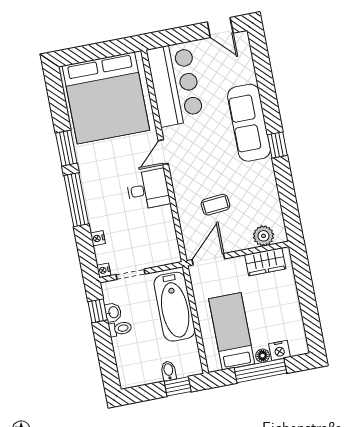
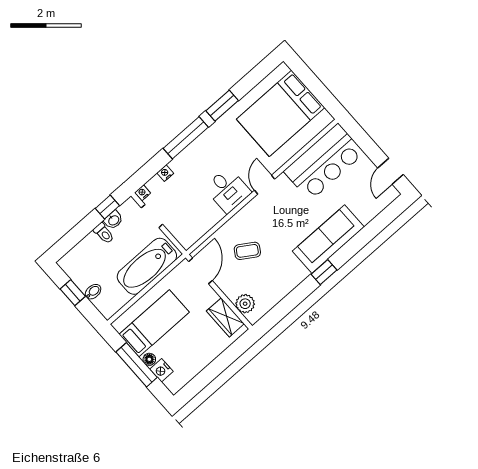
bed: (106, 98) -> (281, 113), width x0.73
door: (163, 152) -> (265, 185), hinge flipped
coffee table: (215, 205) -> (247, 251), turned -52
door: (208, 259) -> (201, 271), hinge flipped
window: (178, 386) -> (73, 293), moved

